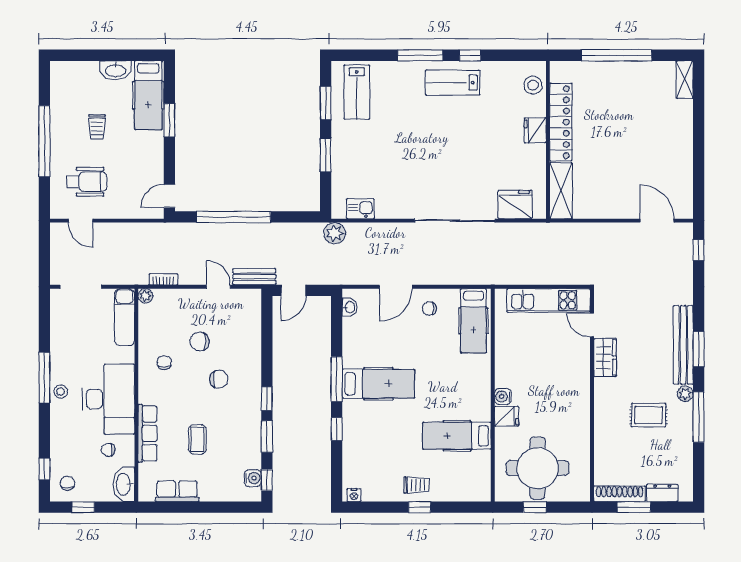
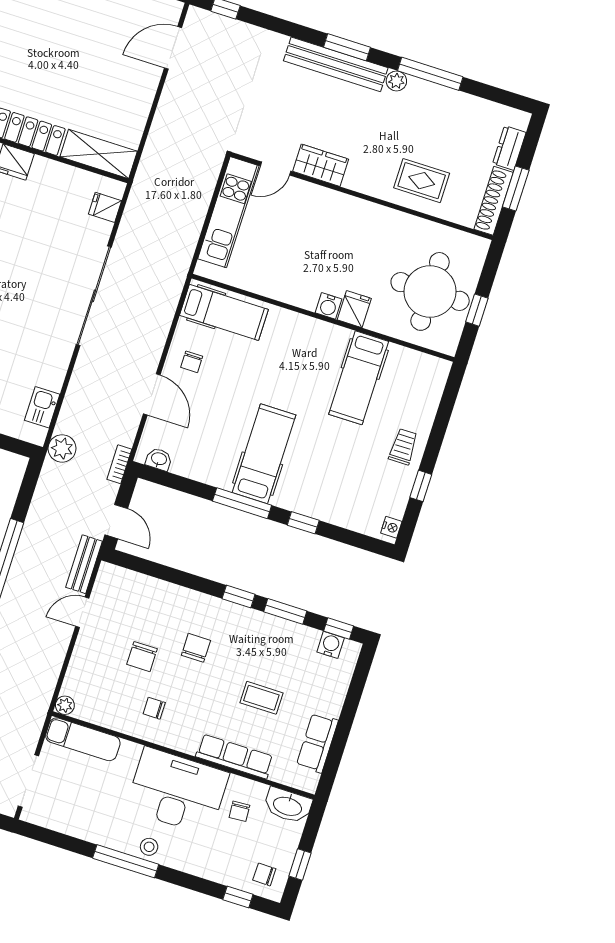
fridge: (515, 204) -> (105, 207), width x0.53, depth x0.75
bookcase: (163, 279) -> (119, 464), moved
rug: (649, 415) -> (422, 181), moved, turned 90
window: (420, 507) -> (421, 486), moved

